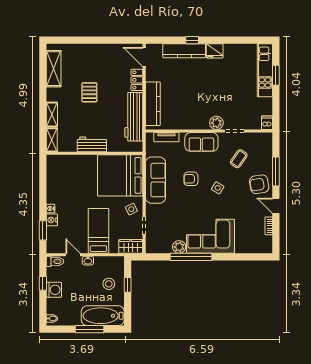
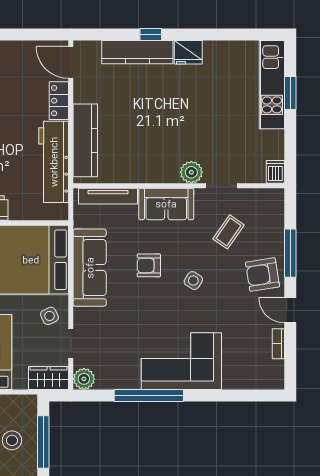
tv unit: (166, 137) -> (108, 196), width x1.41
plant: (179, 247) -> (84, 379), moved
window: (128, 285) -> (43, 442), width x2.17

